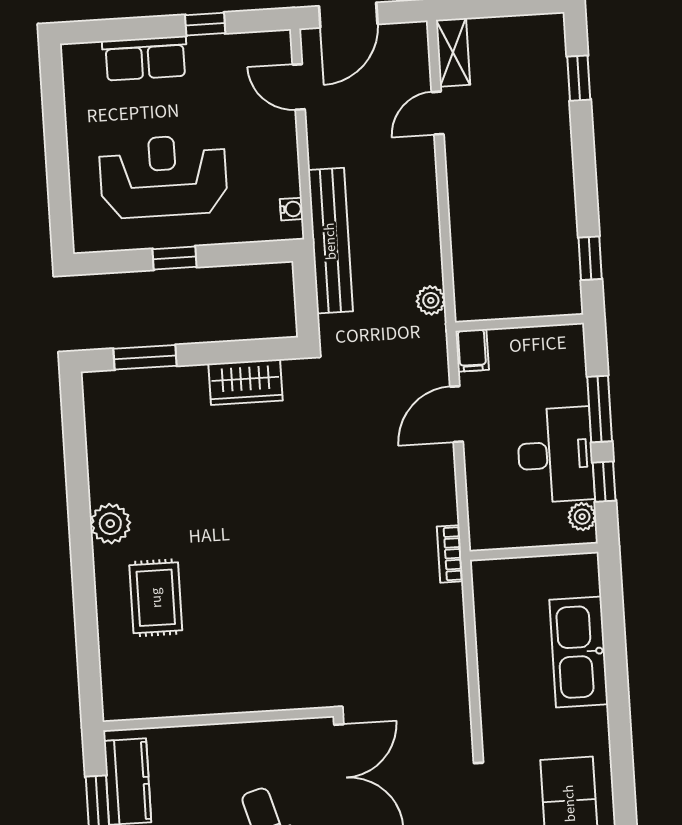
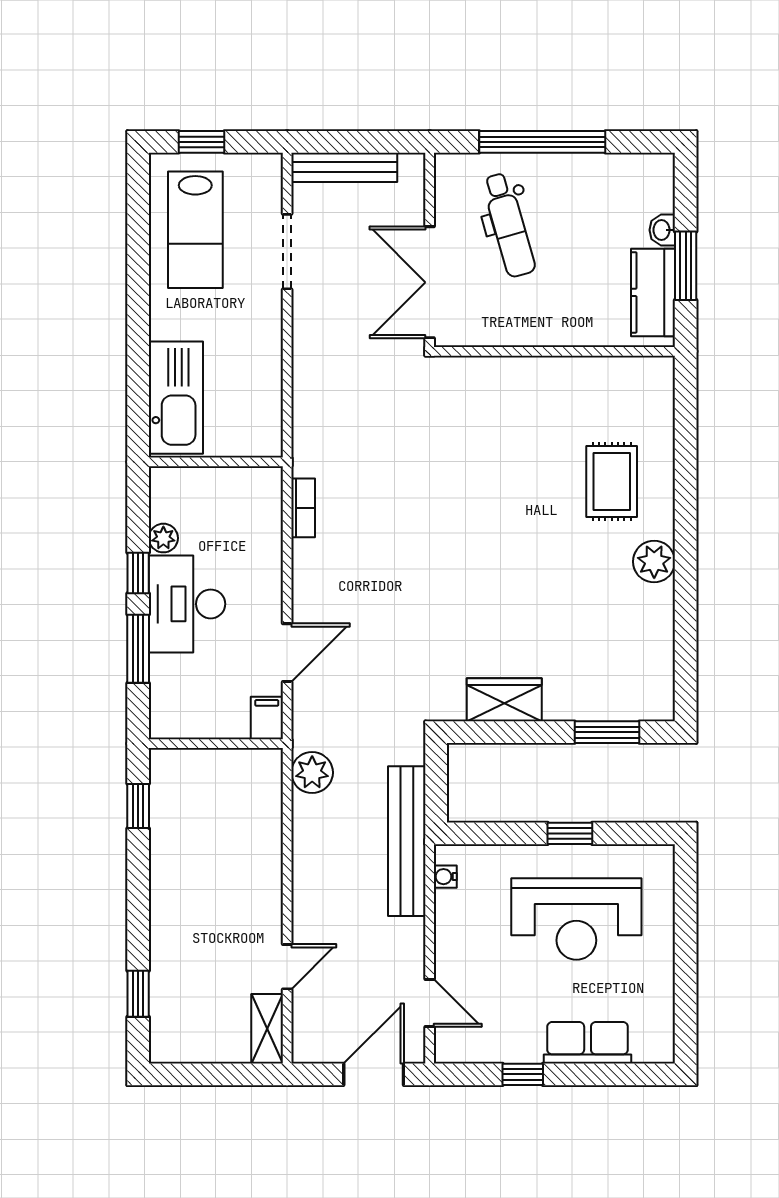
plant: (431, 300) -> (312, 773), width x1.38, depth x1.38
wall: (534, 552) -> (216, 462), moved

